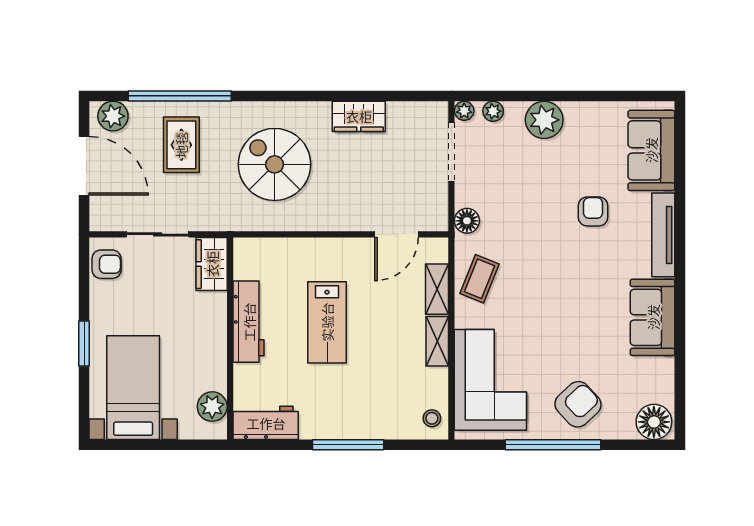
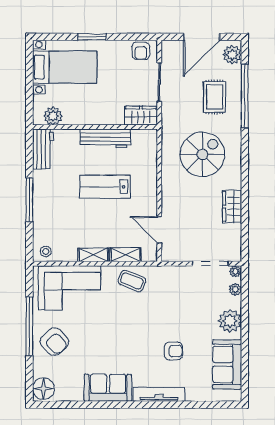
rug: (181, 145) -> (215, 97), turned 90
sofa: (651, 150) -> (227, 364), moved, turned -90
floor lamp: (467, 221) -> (168, 273), removed

